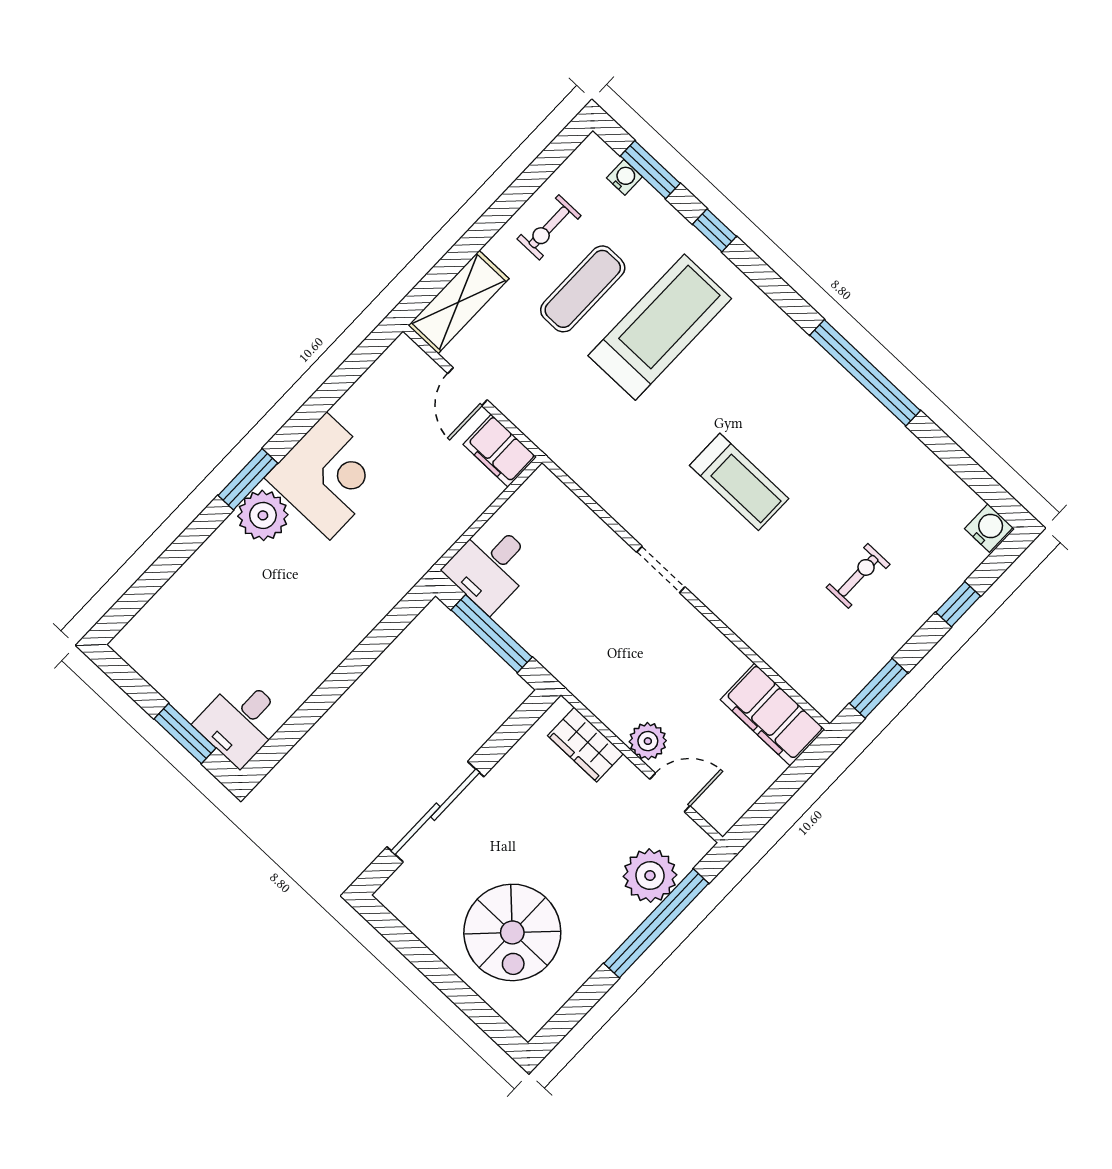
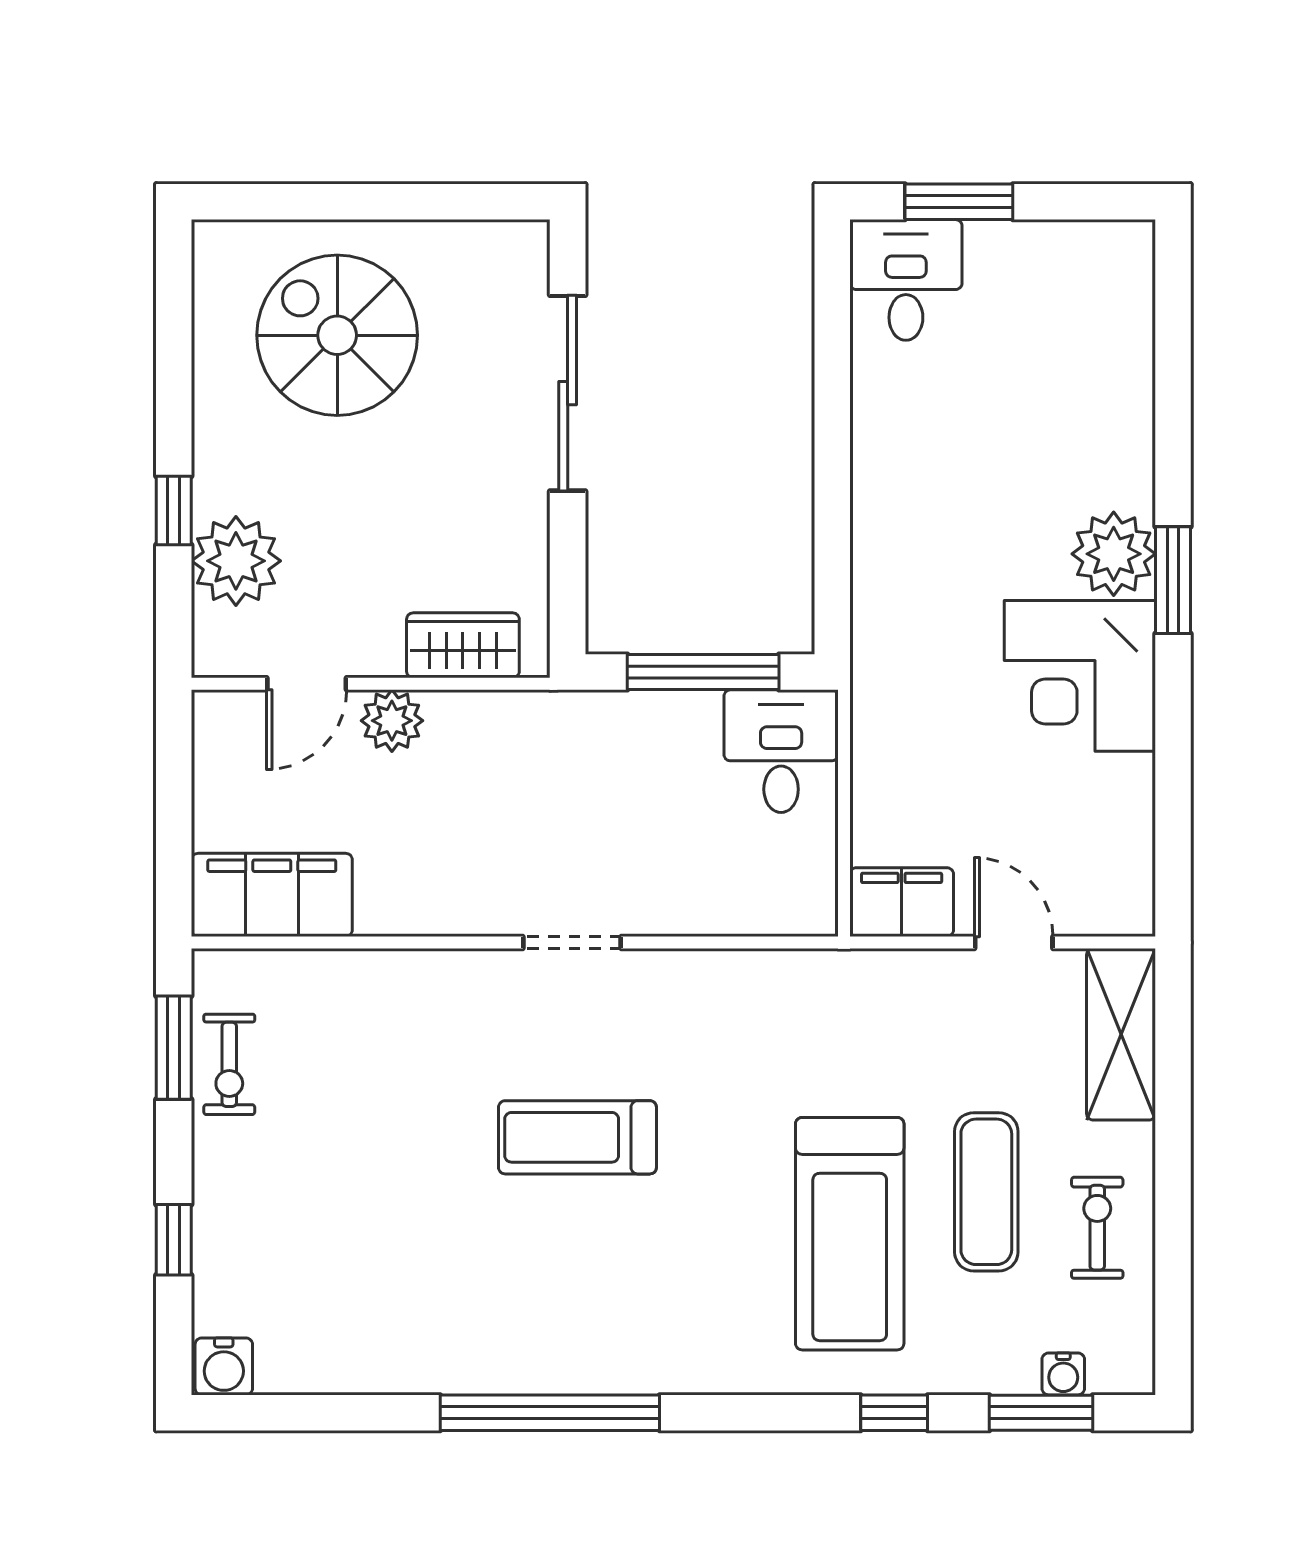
exercise bike: (858, 576) -> (229, 1064), moved
window: (656, 923) -> (174, 510), width x0.32

